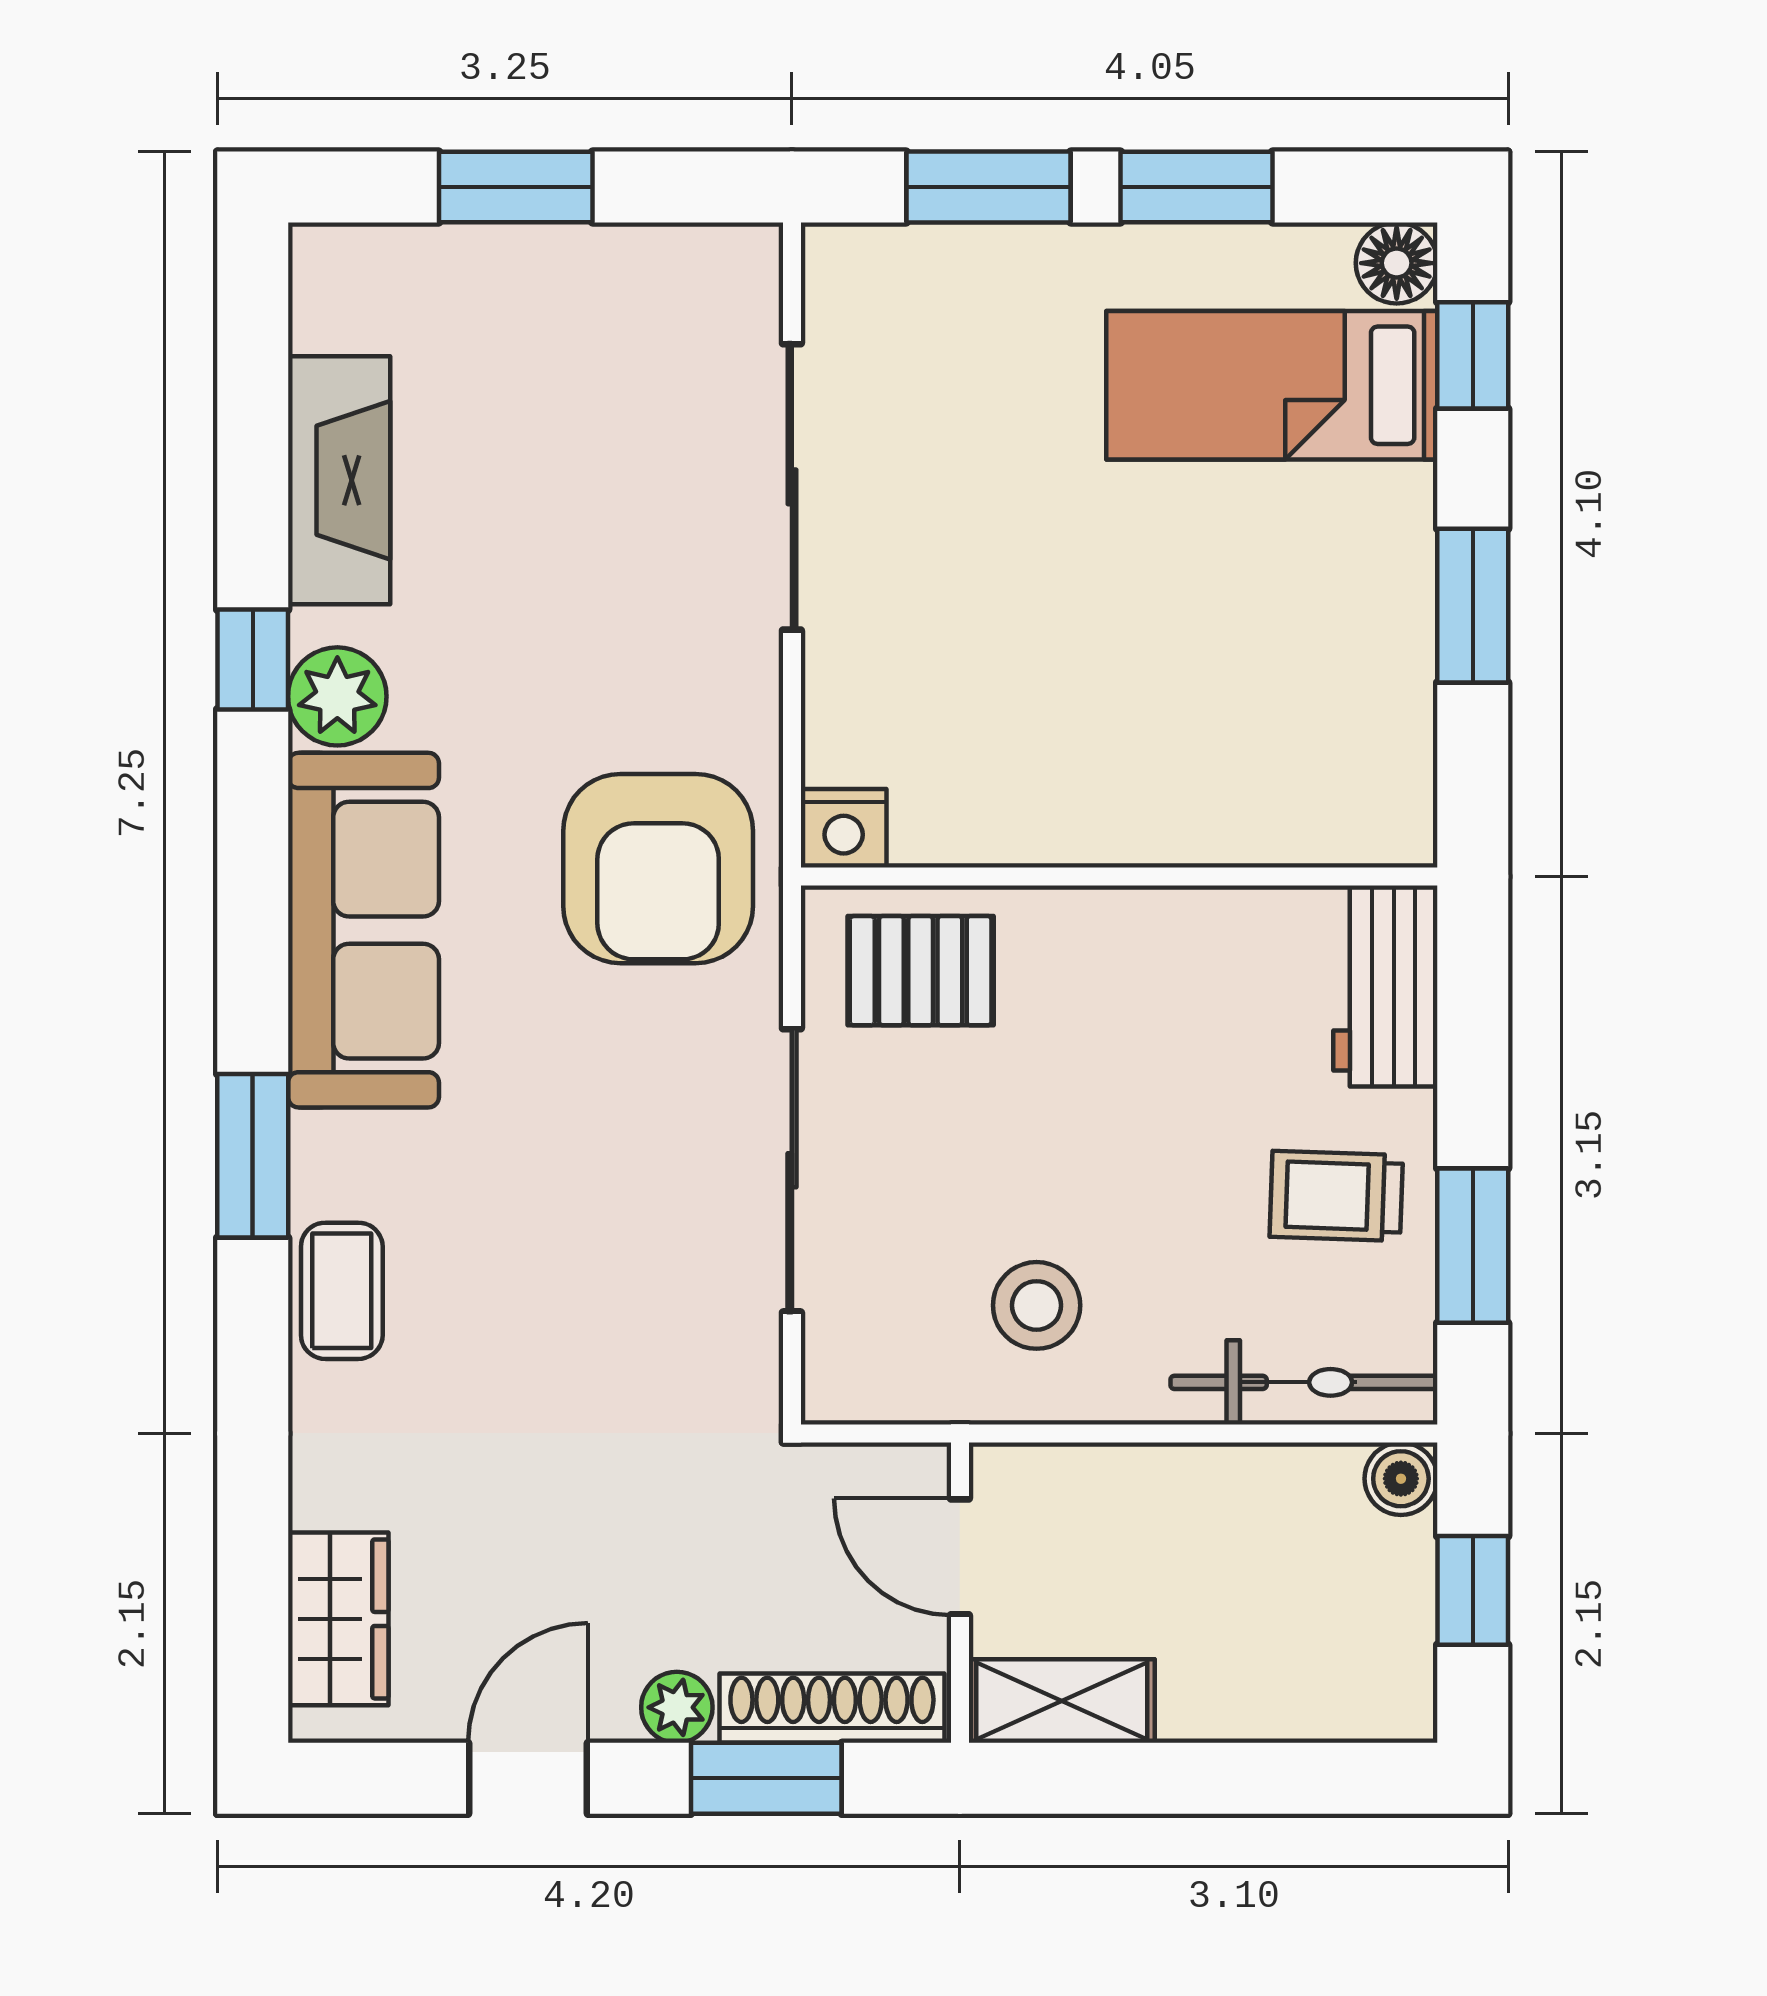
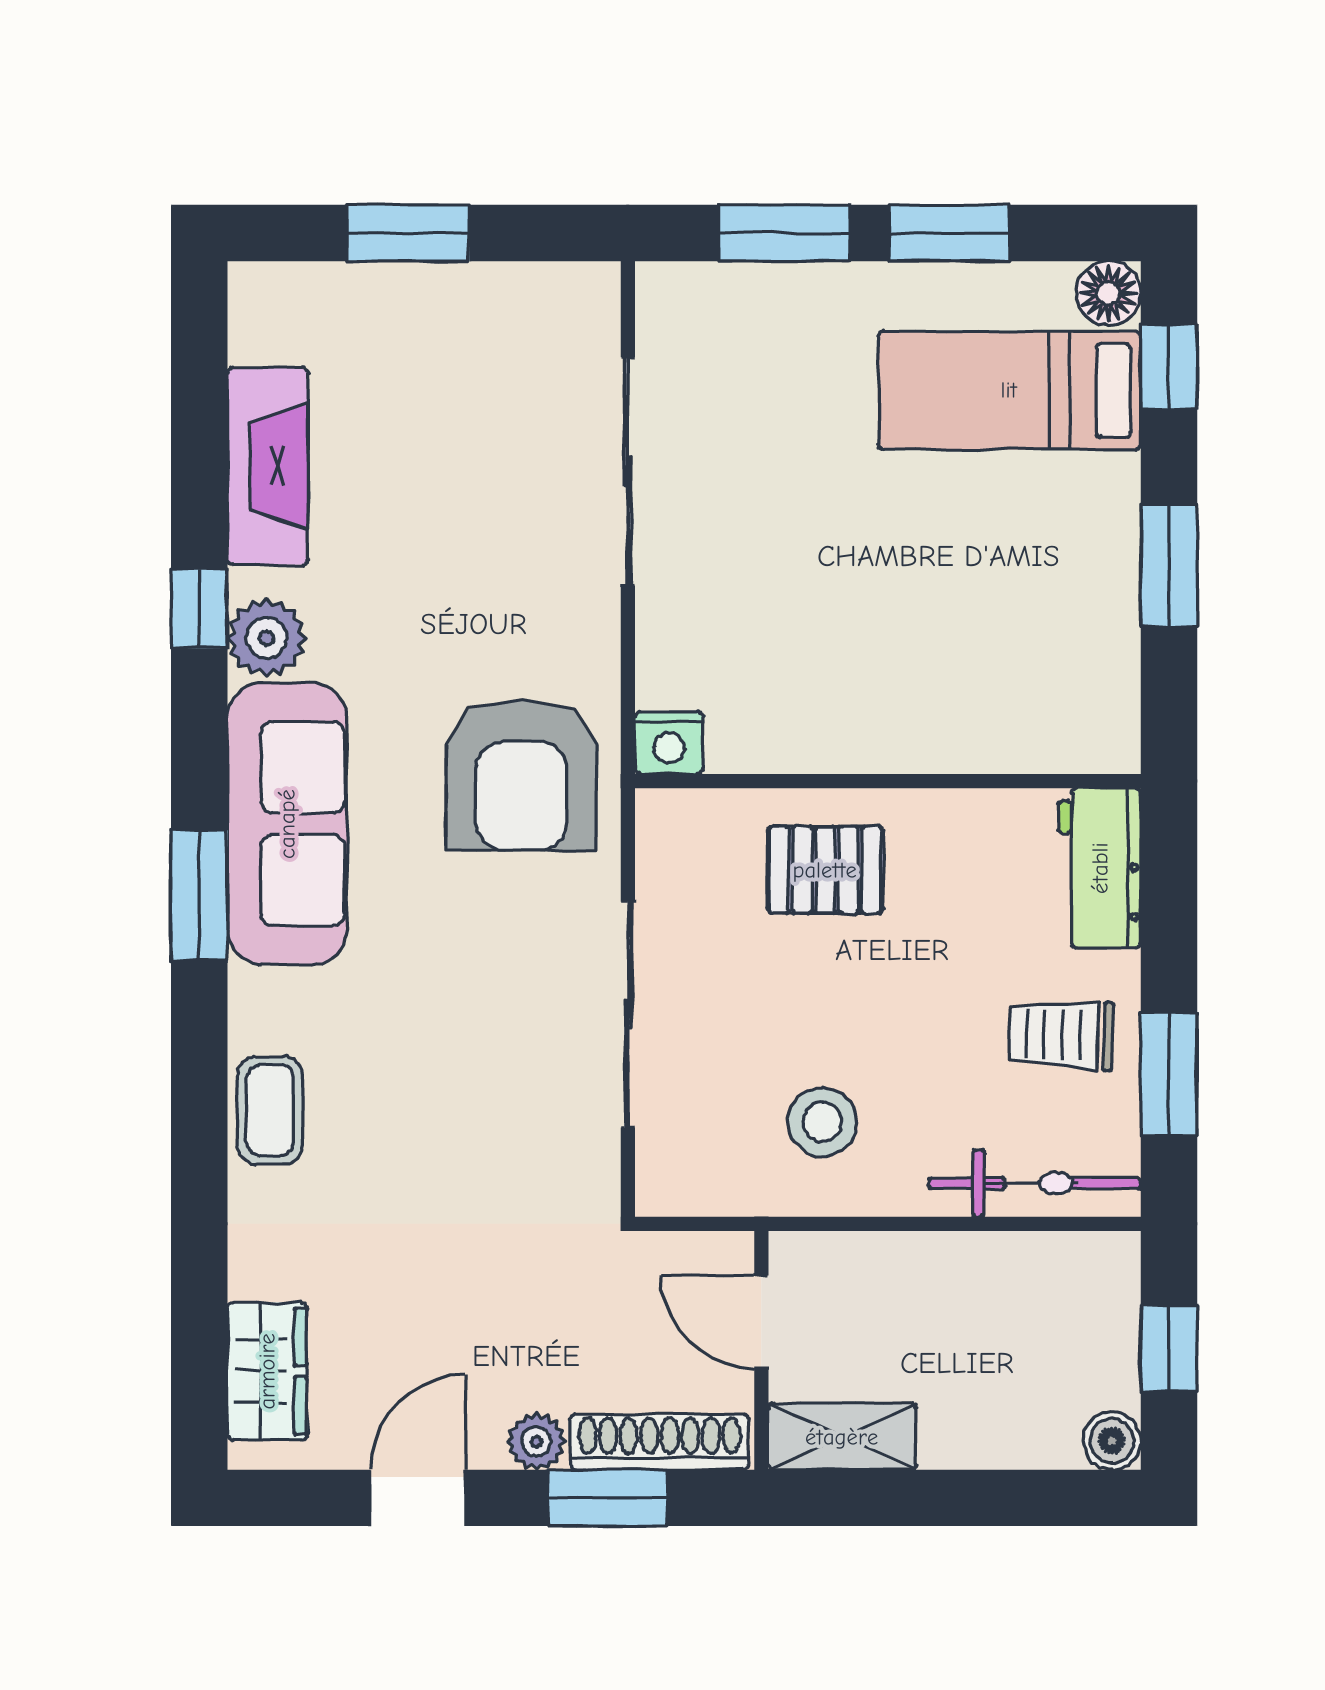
pallet: (921, 971) -> (825, 870), moved
window: (253, 1156) -> (199, 895), moved
boiler: (1401, 1479) -> (1112, 1441), moved

